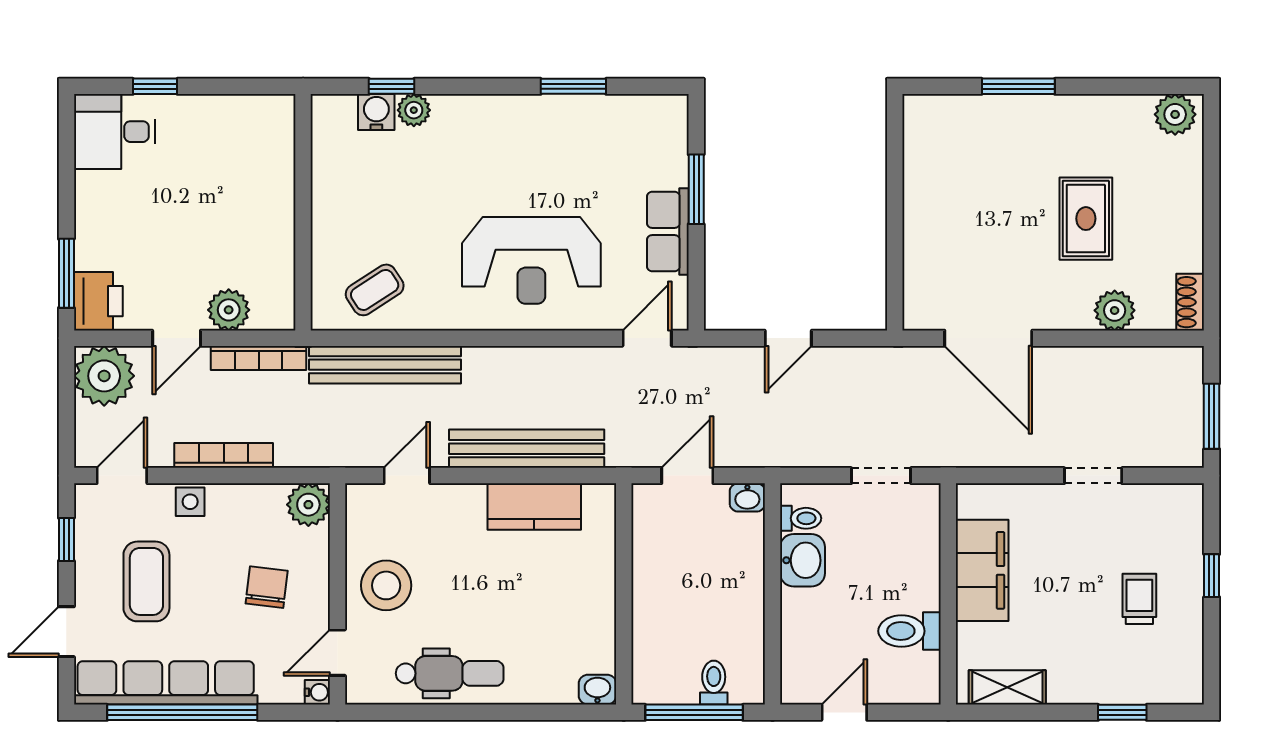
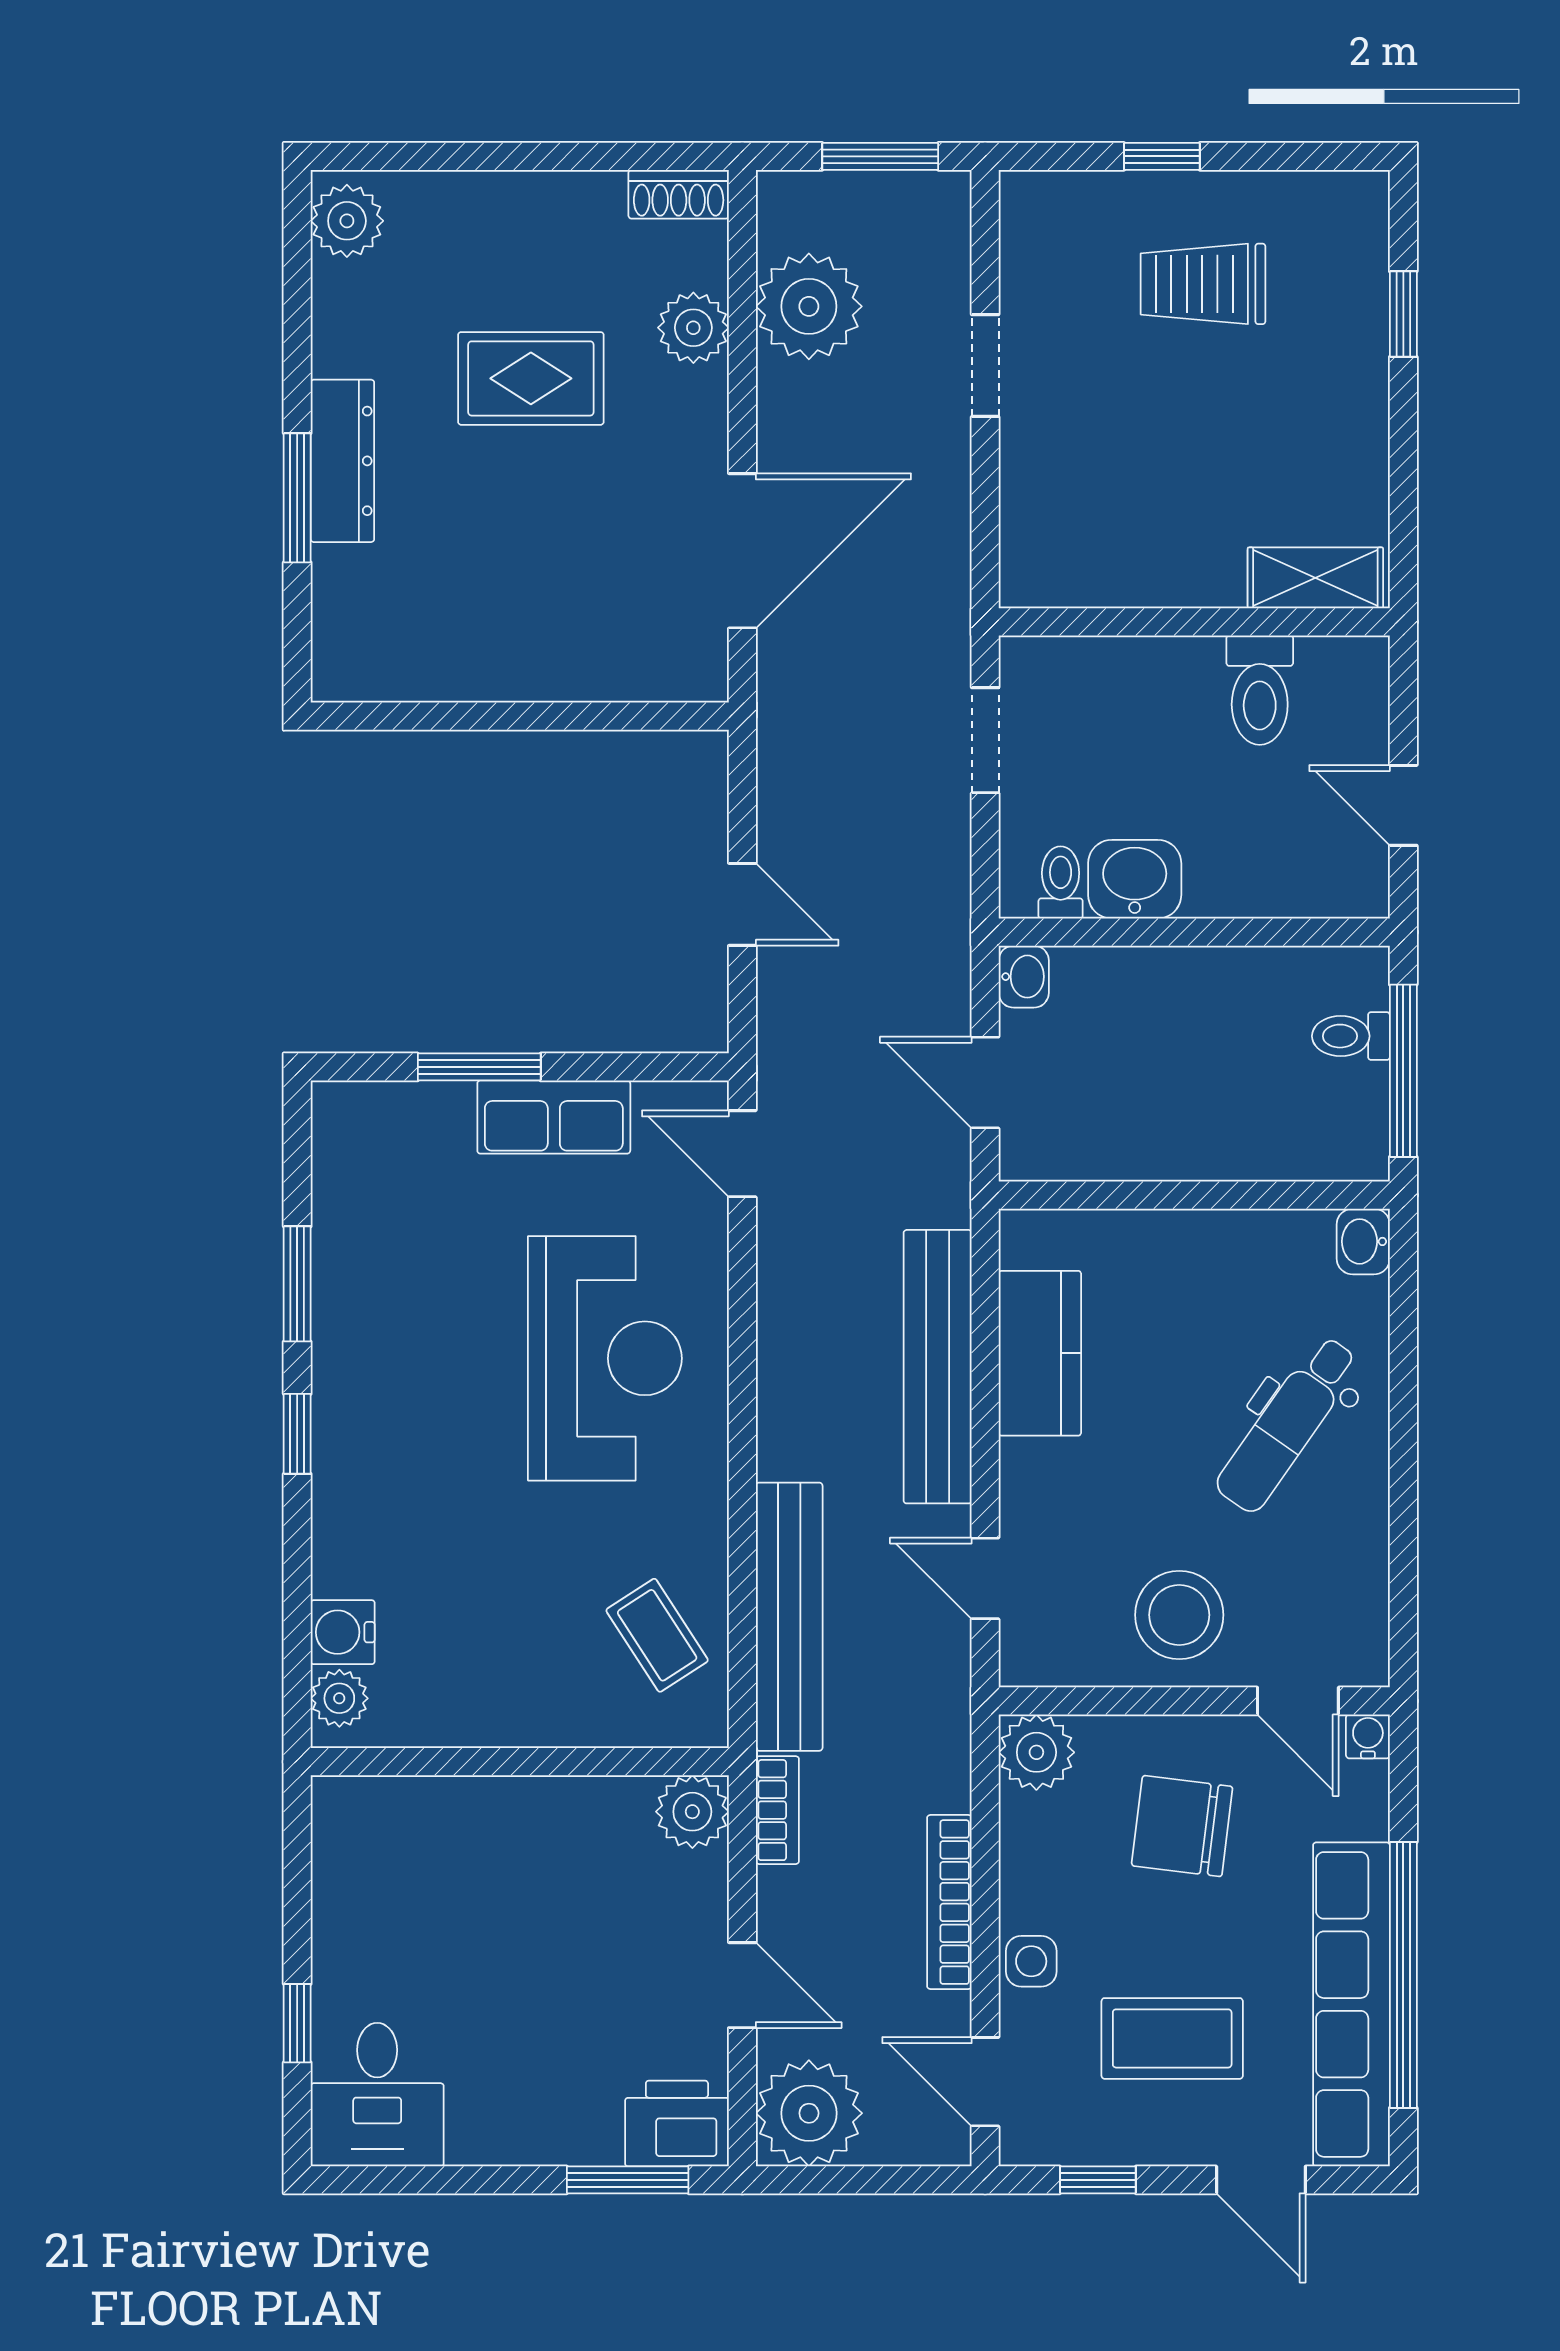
window: (392, 86) -> (297, 1434), moved
plant: (414, 110) -> (339, 1698), moved
dresser: (1039, 112) -> (342, 461), added
plant: (229, 310) -> (692, 1812), moved
bookcase: (259, 358) -> (777, 1810), width x0.64
plant: (1127, 376) -> (809, 306), added
filing cabinet: (982, 570) -> (1153, 562), removed
chair: (267, 587) -> (1182, 1826), width x1.37, depth x1.37
trolley: (1139, 599) -> (1203, 284), width x1.36, depth x1.39
dental chair: (450, 673) -> (1288, 1424), moved, turned -145
shelving: (1007, 687) -> (1315, 578), moved, turned 90

